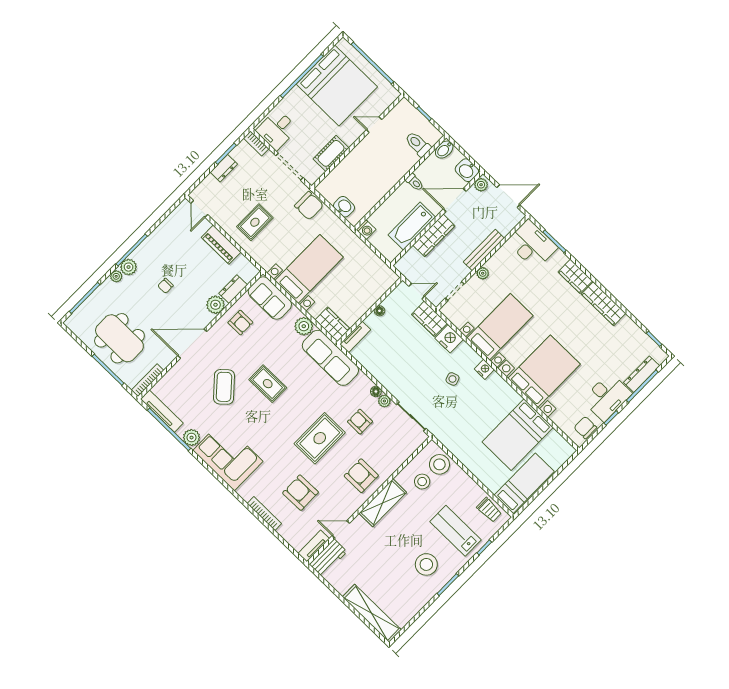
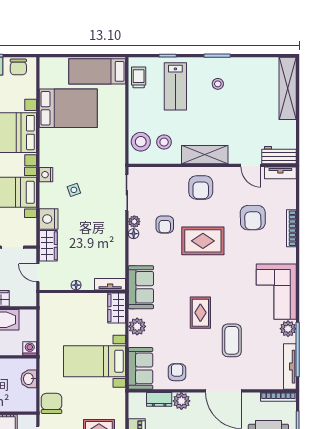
sofa: (330, 358) -> (141, 287), width x0.73
coffee table: (224, 387) -> (232, 340), turned -48
stool: (426, 564) -> (218, 84), width x0.53, depth x0.53

